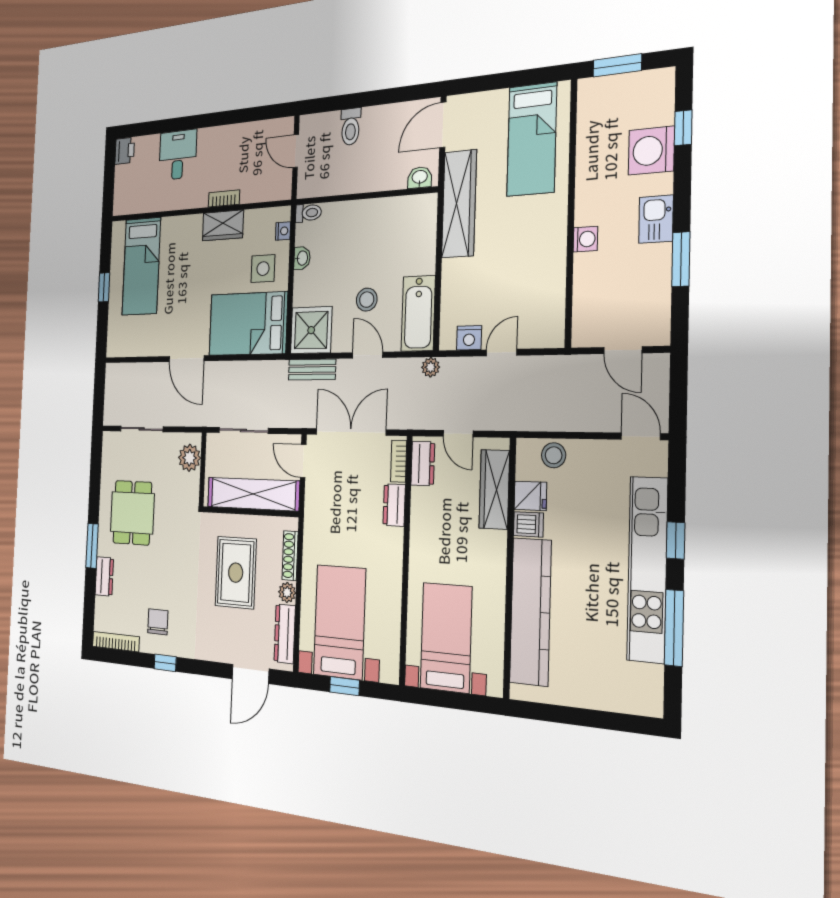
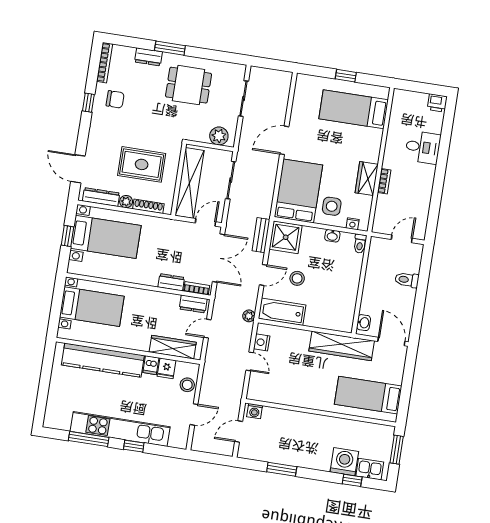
kitchen sink: (656, 219) -> (370, 469), moved
washing machine: (585, 239) -> (255, 411), moved
door: (641, 436) -> (194, 414), moved

